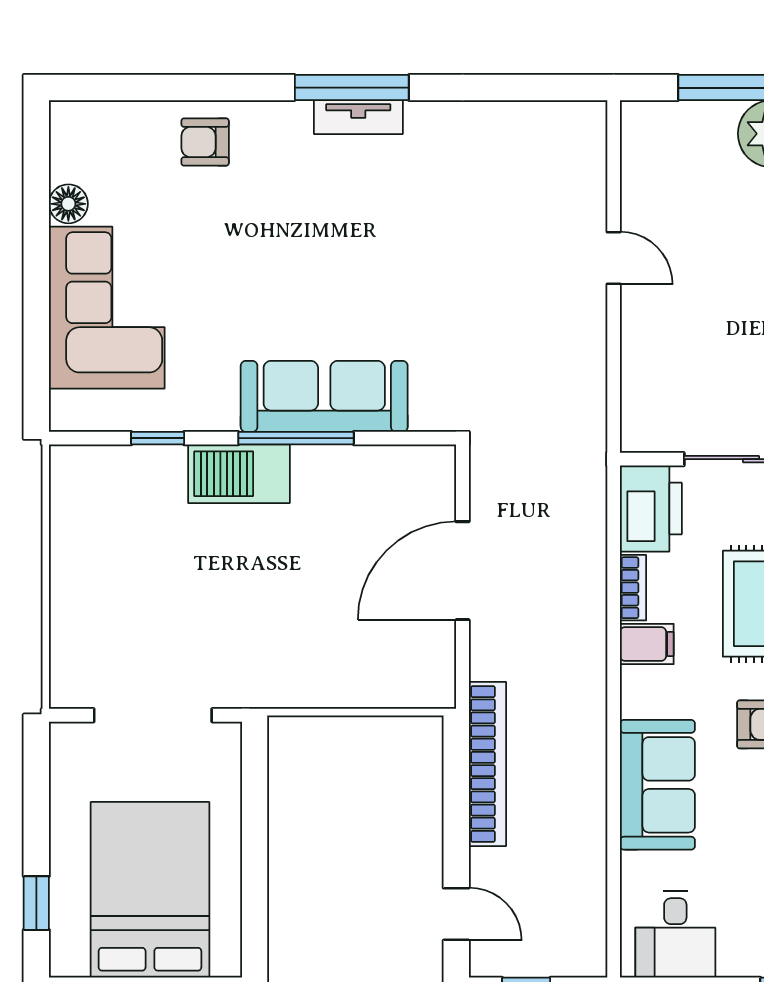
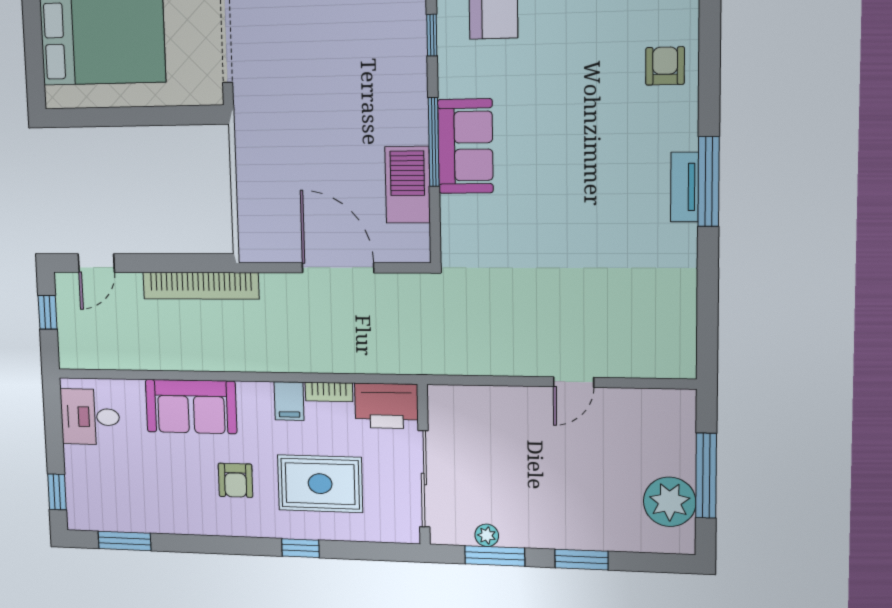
sofa: (324, 396) -> (465, 146), width x0.73
barbecue: (239, 474) -> (408, 185), moved

